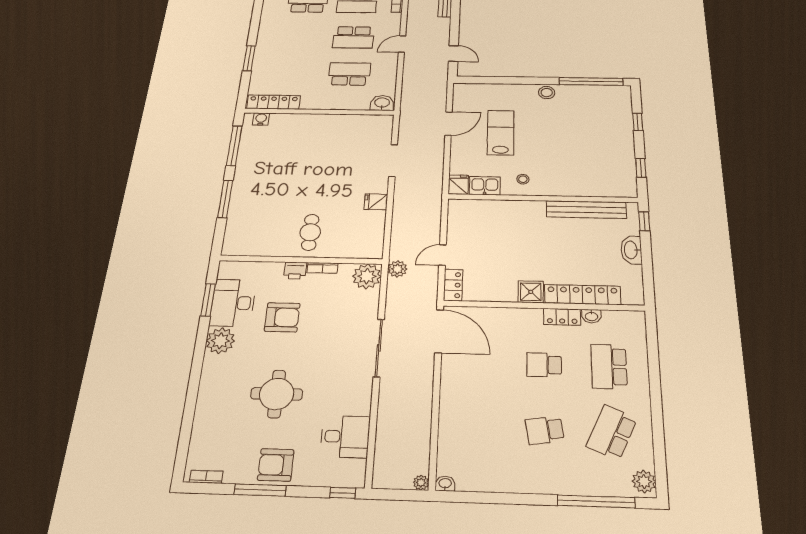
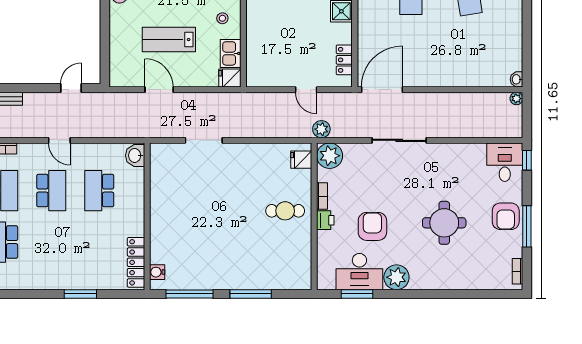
fridge: (376, 202) -> (301, 160), moved, turned 90
locker: (453, 285) -> (344, 60), moved, turned -90
desk: (345, 437) -> (505, 162), moved

